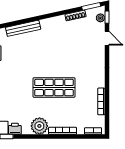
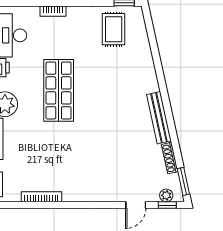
bench: (23, 28) -> (159, 118), moved
shop shelf: (54, 88) -> (59, 90), moved

